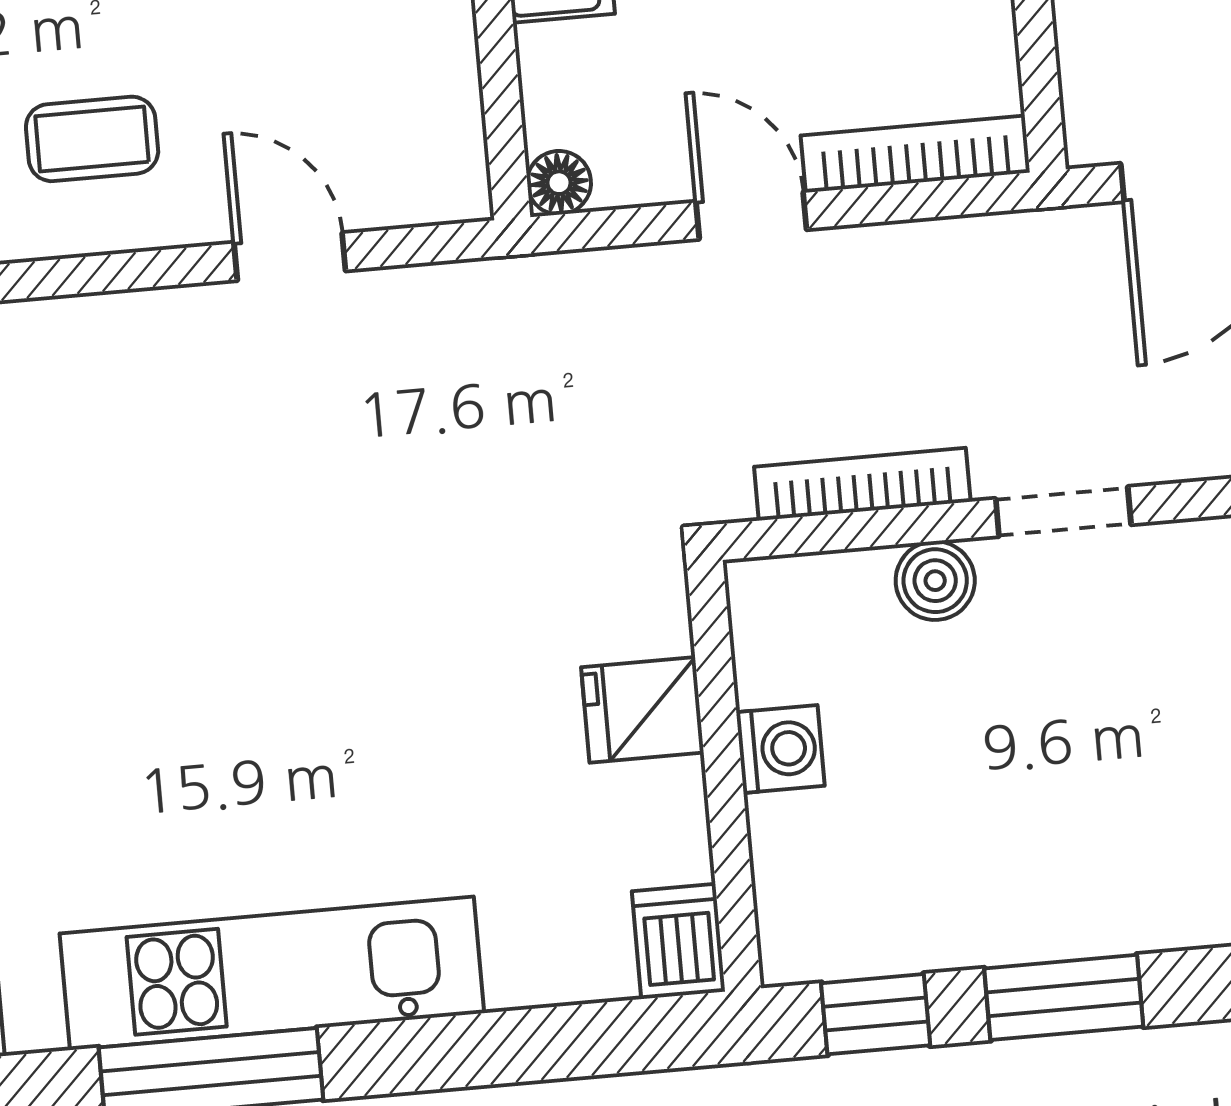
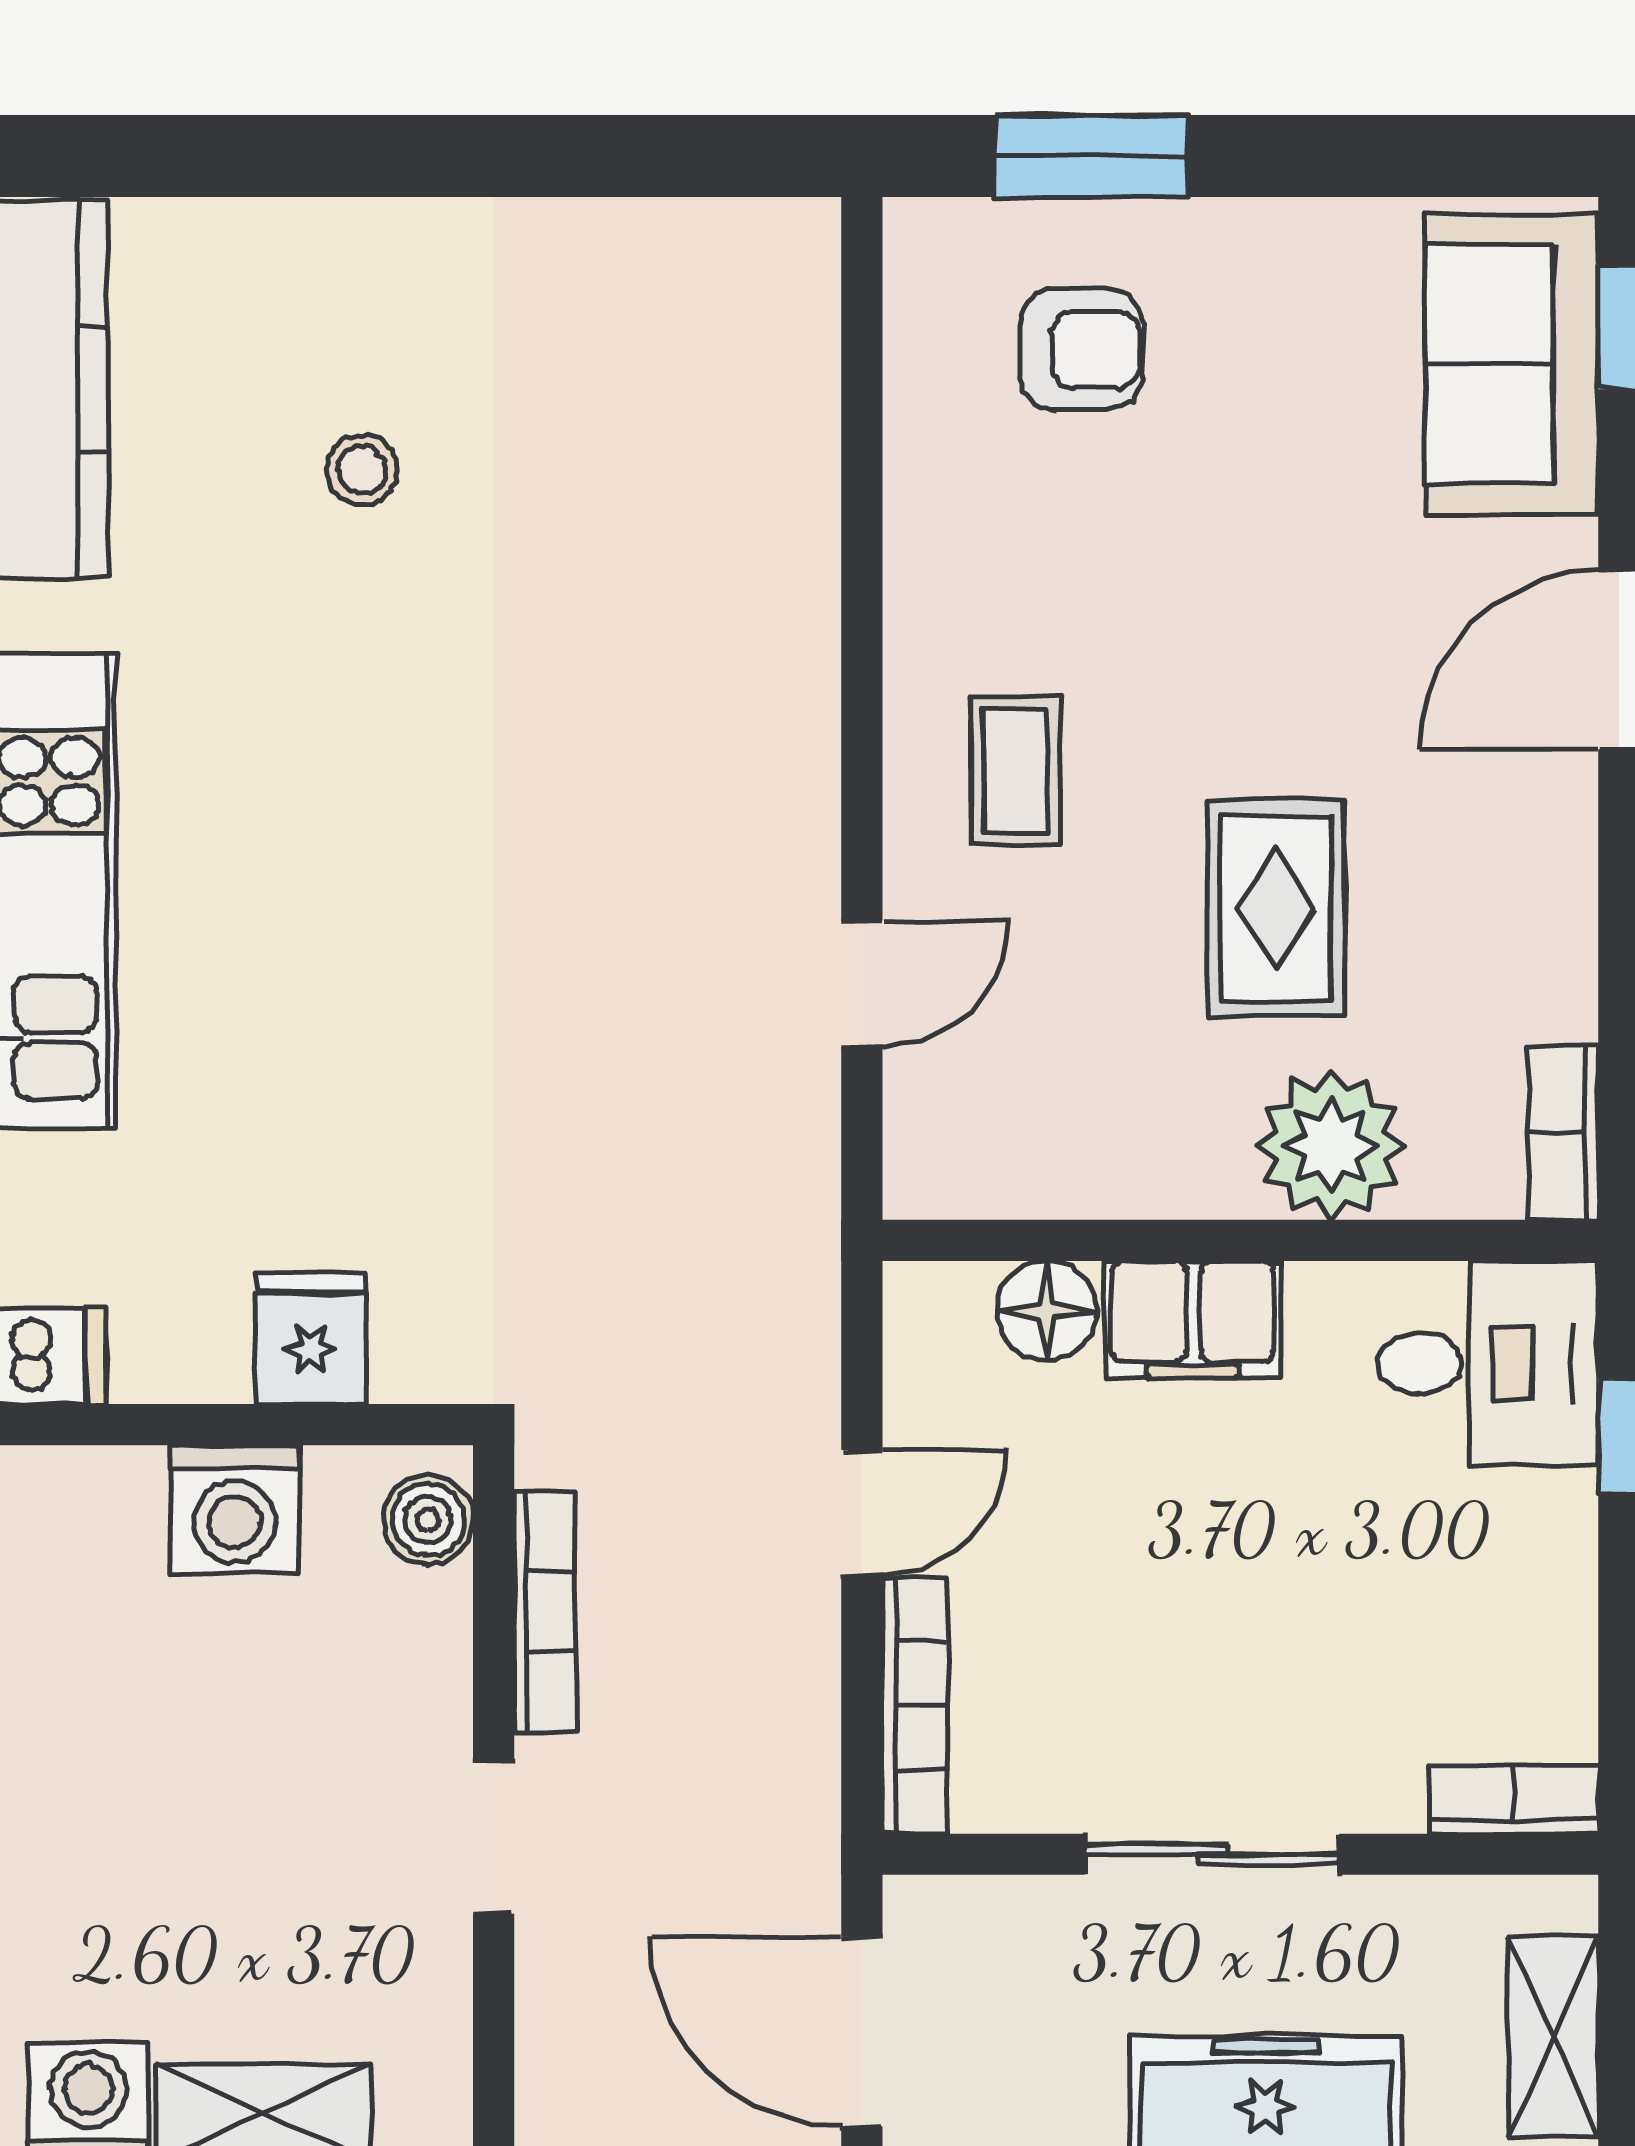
floor lamp: (559, 183) -> (1047, 1311), moved, width x1.37, depth x1.37
boiler: (935, 581) -> (428, 1520), moved
washing machine: (780, 749) -> (235, 1509), width x1.38, depth x1.38

